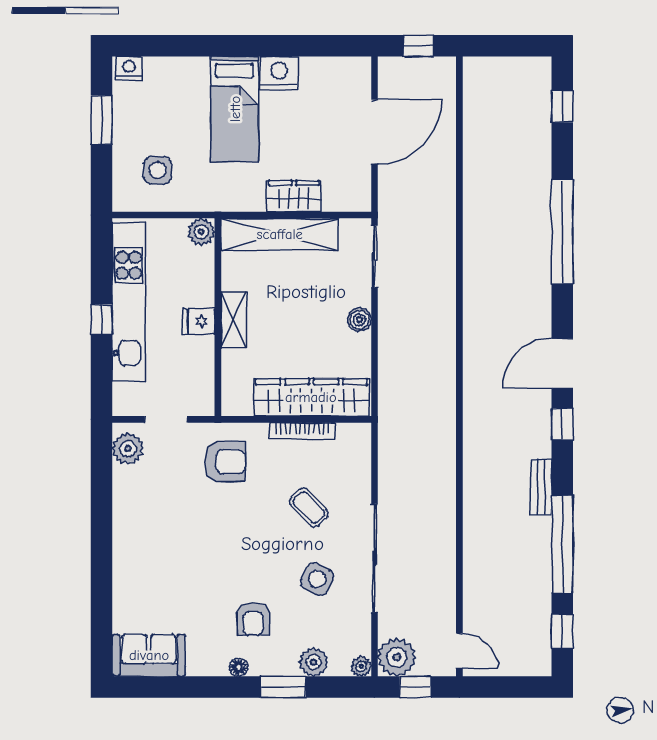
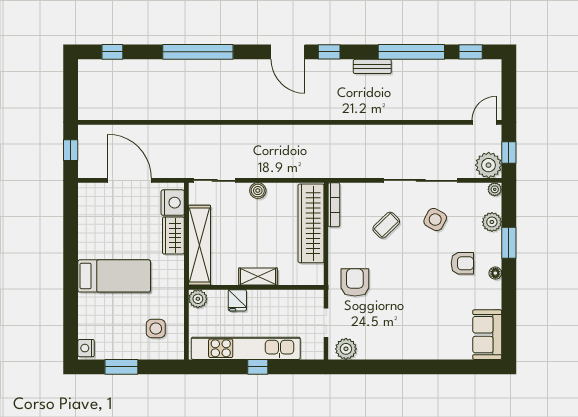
nightstand: (279, 73) -> (173, 203), moved, turned 180
fridge: (199, 321) -> (237, 300), moved
bookcase: (302, 431) -> (334, 205), moved

